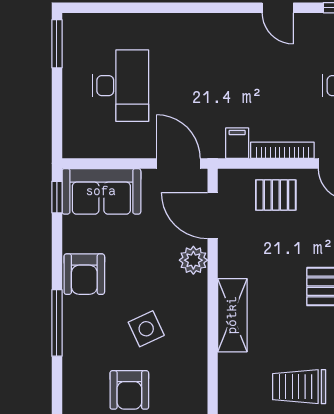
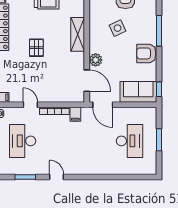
window: (57, 44) -> (159, 140), moved
desk: (120, 86) -> (129, 141), turned 180
pallet: (276, 195) -> (57, 90), removed
armchair: (84, 274) -> (146, 53), turned -90

